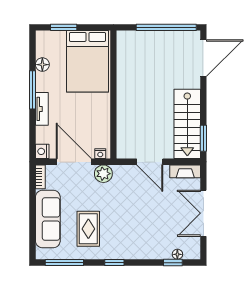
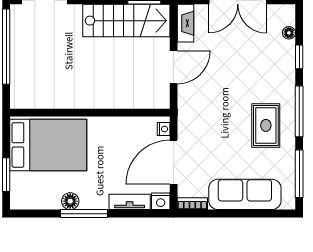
floor lamp: (42, 65) -> (70, 201), moved
tv unit: (42, 109) -> (130, 202), moved
plant: (103, 174) -> (188, 125), removed
rug: (88, 229) -> (266, 125), moved, turned 90
window: (114, 263) -> (299, 111), width x2.17
window: (173, 263) -> (299, 57), moved

